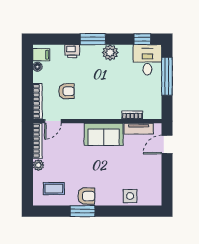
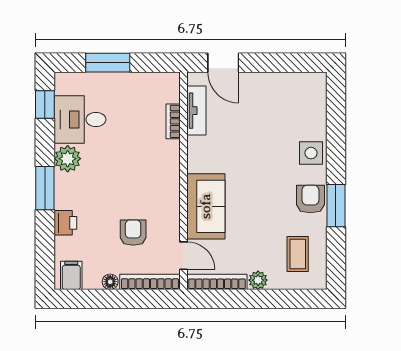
desk: (147, 60) -> (80, 119), moved
floor lamp: (37, 67) -> (110, 282), moved
window: (167, 76) -> (108, 63), width x0.69
sofa: (104, 134) -> (206, 206), moved
side table: (130, 196) -> (311, 153), moved

